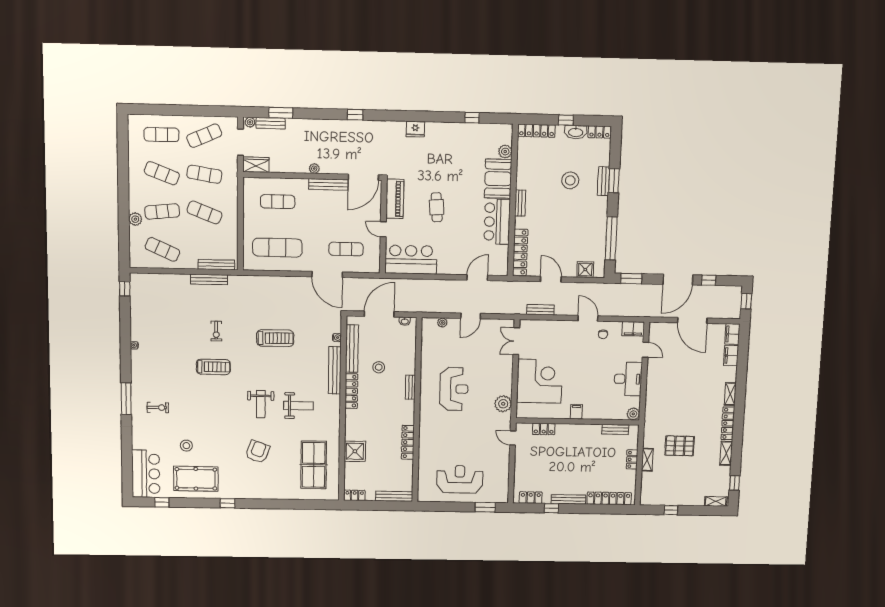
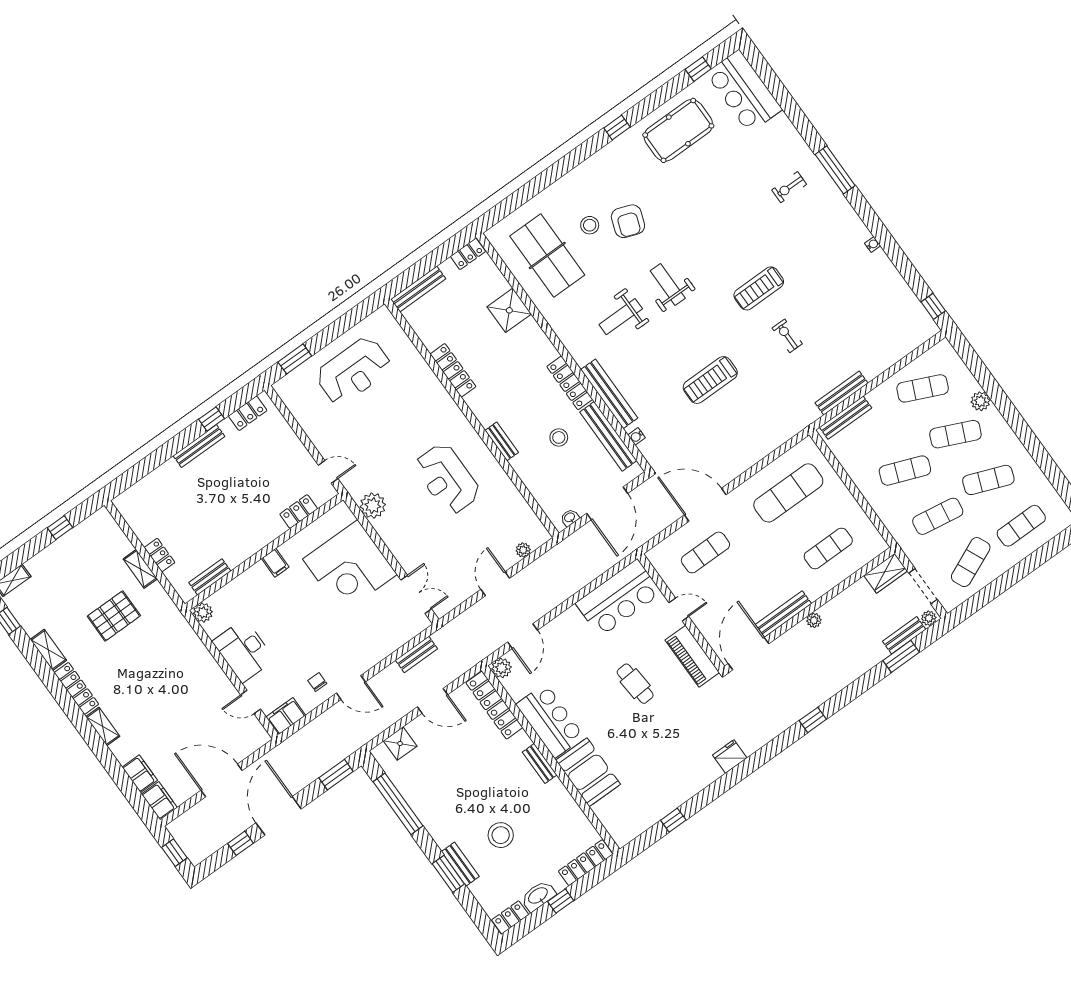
plant: (505, 151) -> (502, 668), moved
exercise mat: (162, 211) -> (955, 434), turned 30
stool: (186, 446) -> (590, 225), moved
locker: (609, 498) -> (149, 485), removed

